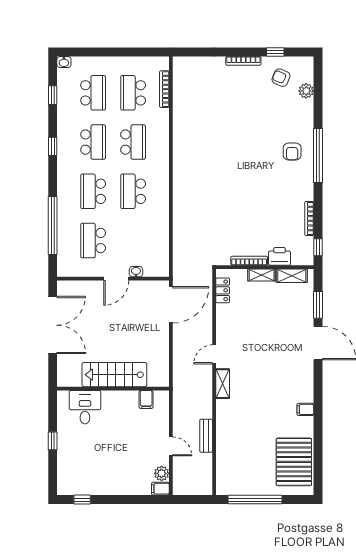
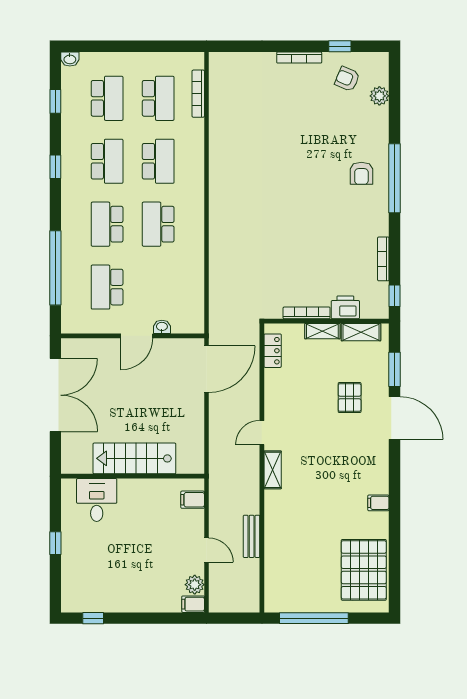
school desk: (133, 93) -> (158, 98), turned 180
pallet: (283, 327) -> (350, 398), added
filing cabinet: (146, 399) -> (193, 500), moved, turned 90

